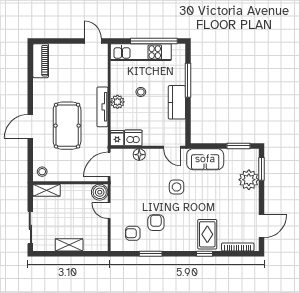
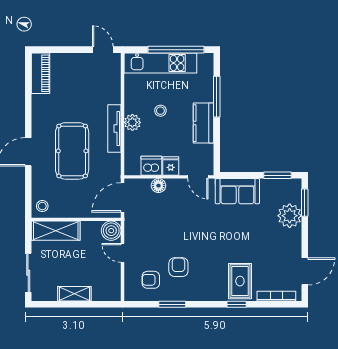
fridge: (117, 138) -> (171, 166), moved
side table: (177, 187) -> (203, 224), removed
shelving: (47, 190) -> (56, 231), width x1.50, depth x1.33

